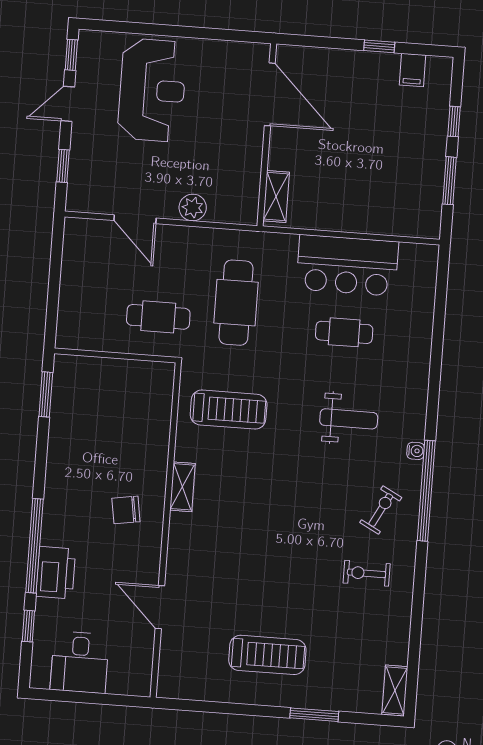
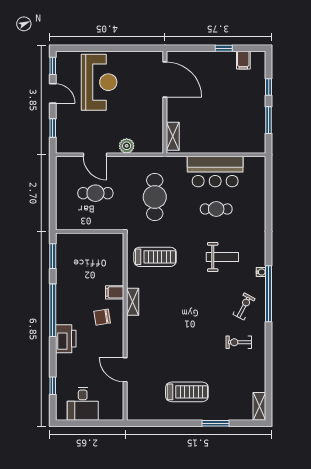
door: (68, 104) -> (53, 93), swing flipped
cafe table: (158, 317) -> (95, 193), moved
filing cabinet: (152, 468) -> (115, 292), added
window: (34, 546) -> (53, 310), moved
printer: (56, 573) -> (66, 339), moved

